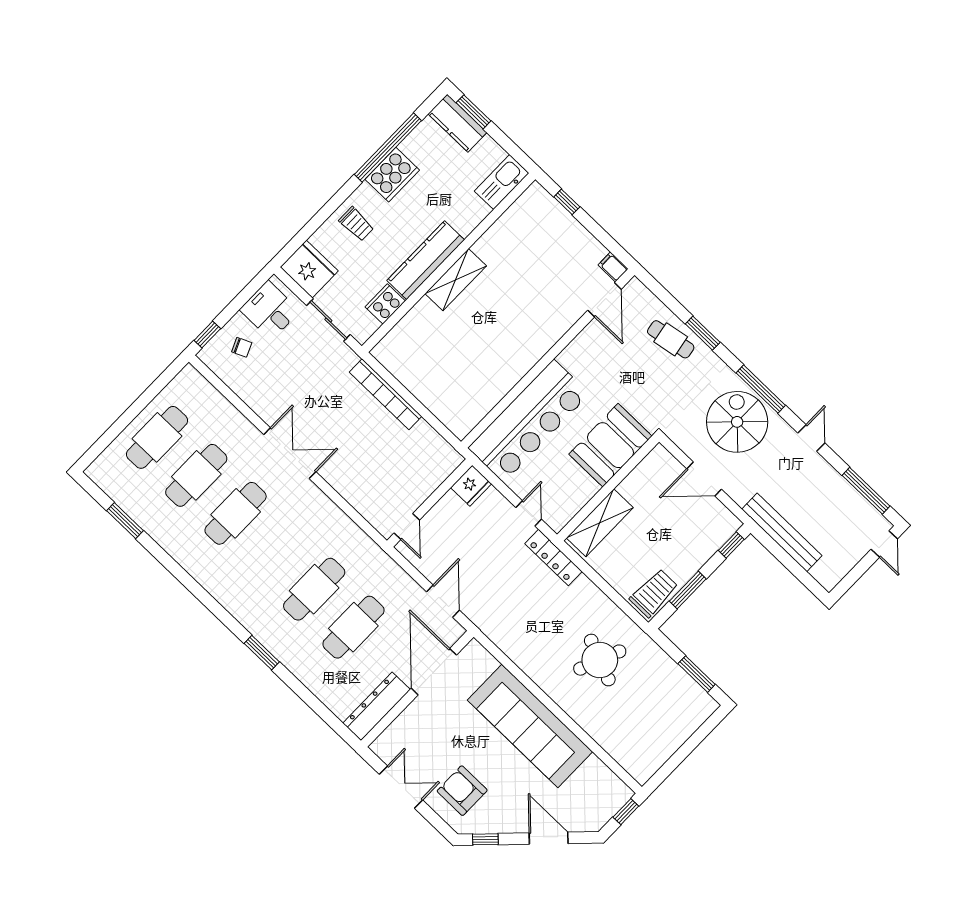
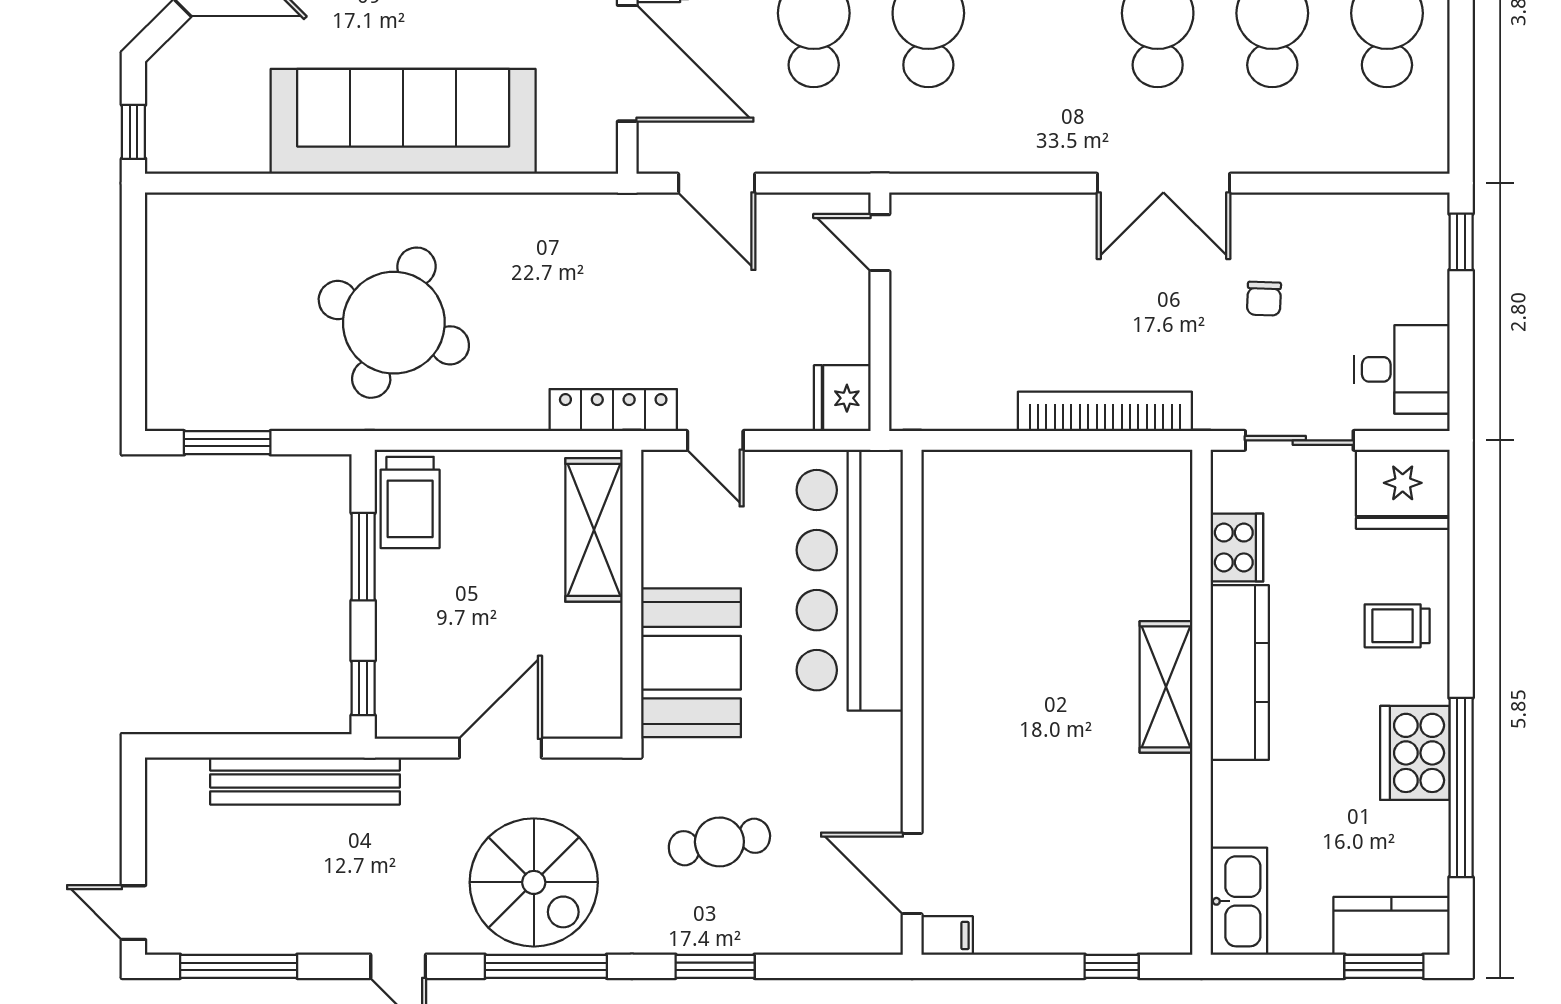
cafe table: (671, 339) -> (719, 842), moved
chair: (242, 347) -> (1264, 299), moved, turned -64
round table: (600, 660) -> (394, 323), width x1.36, depth x1.36

